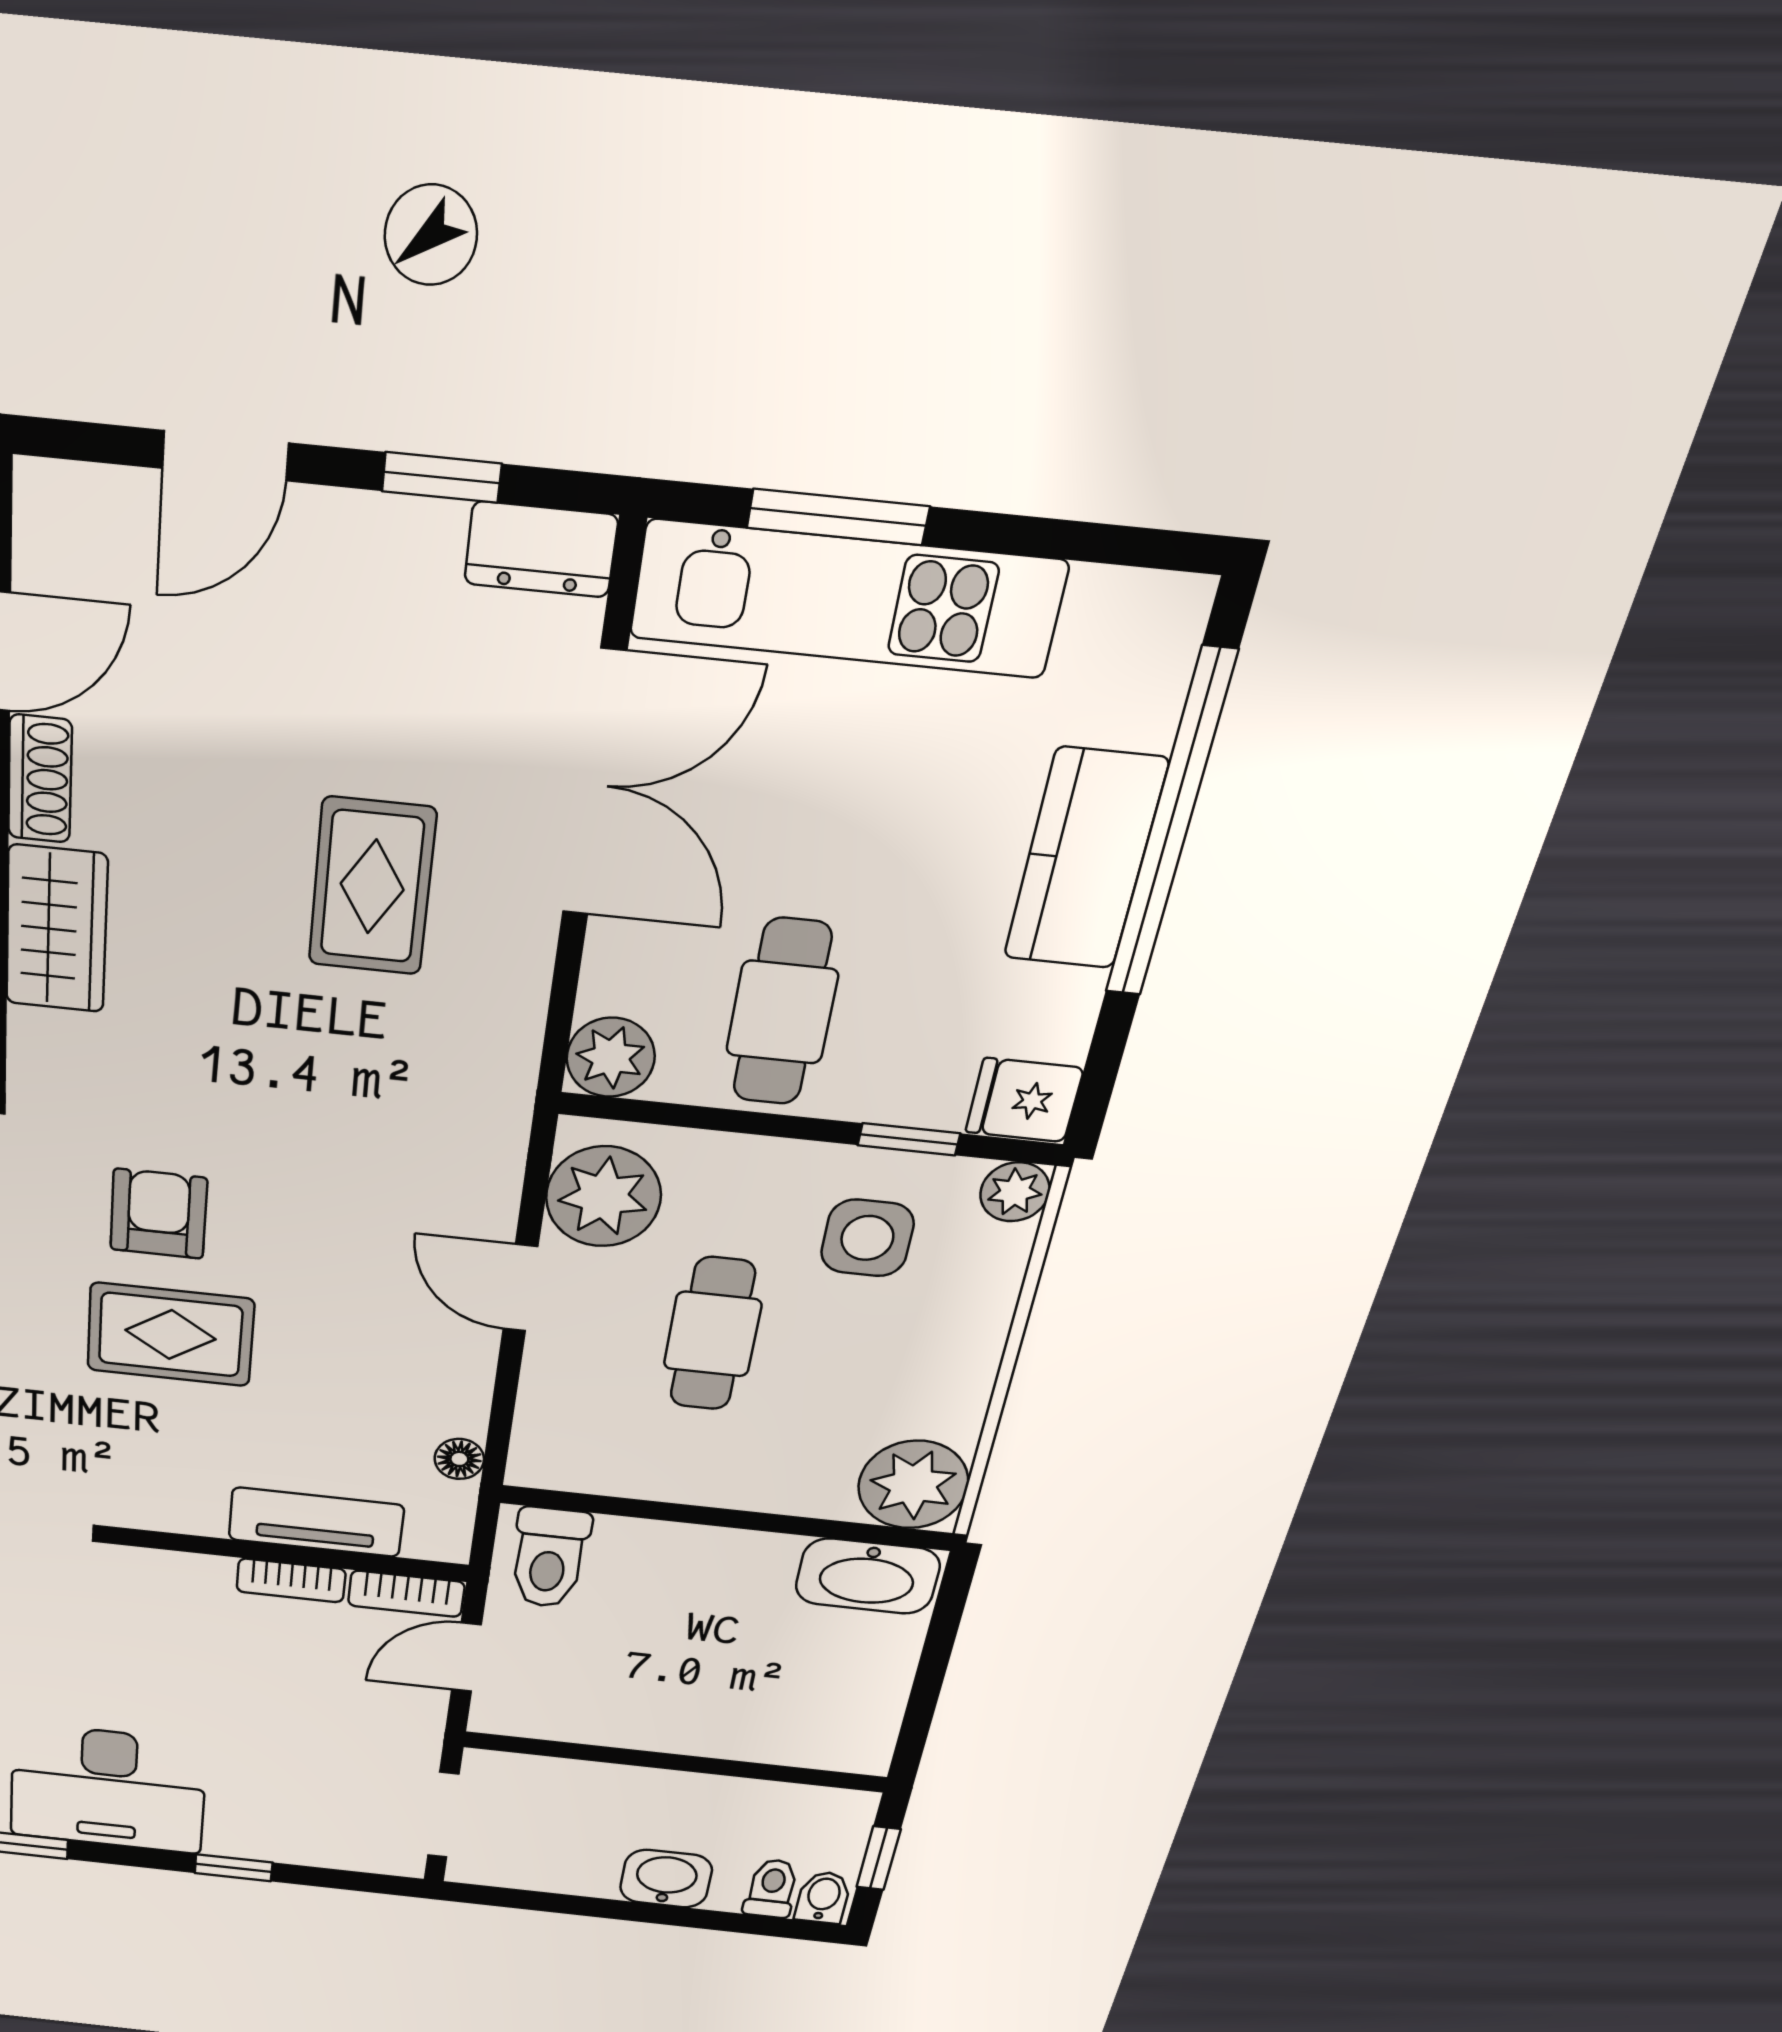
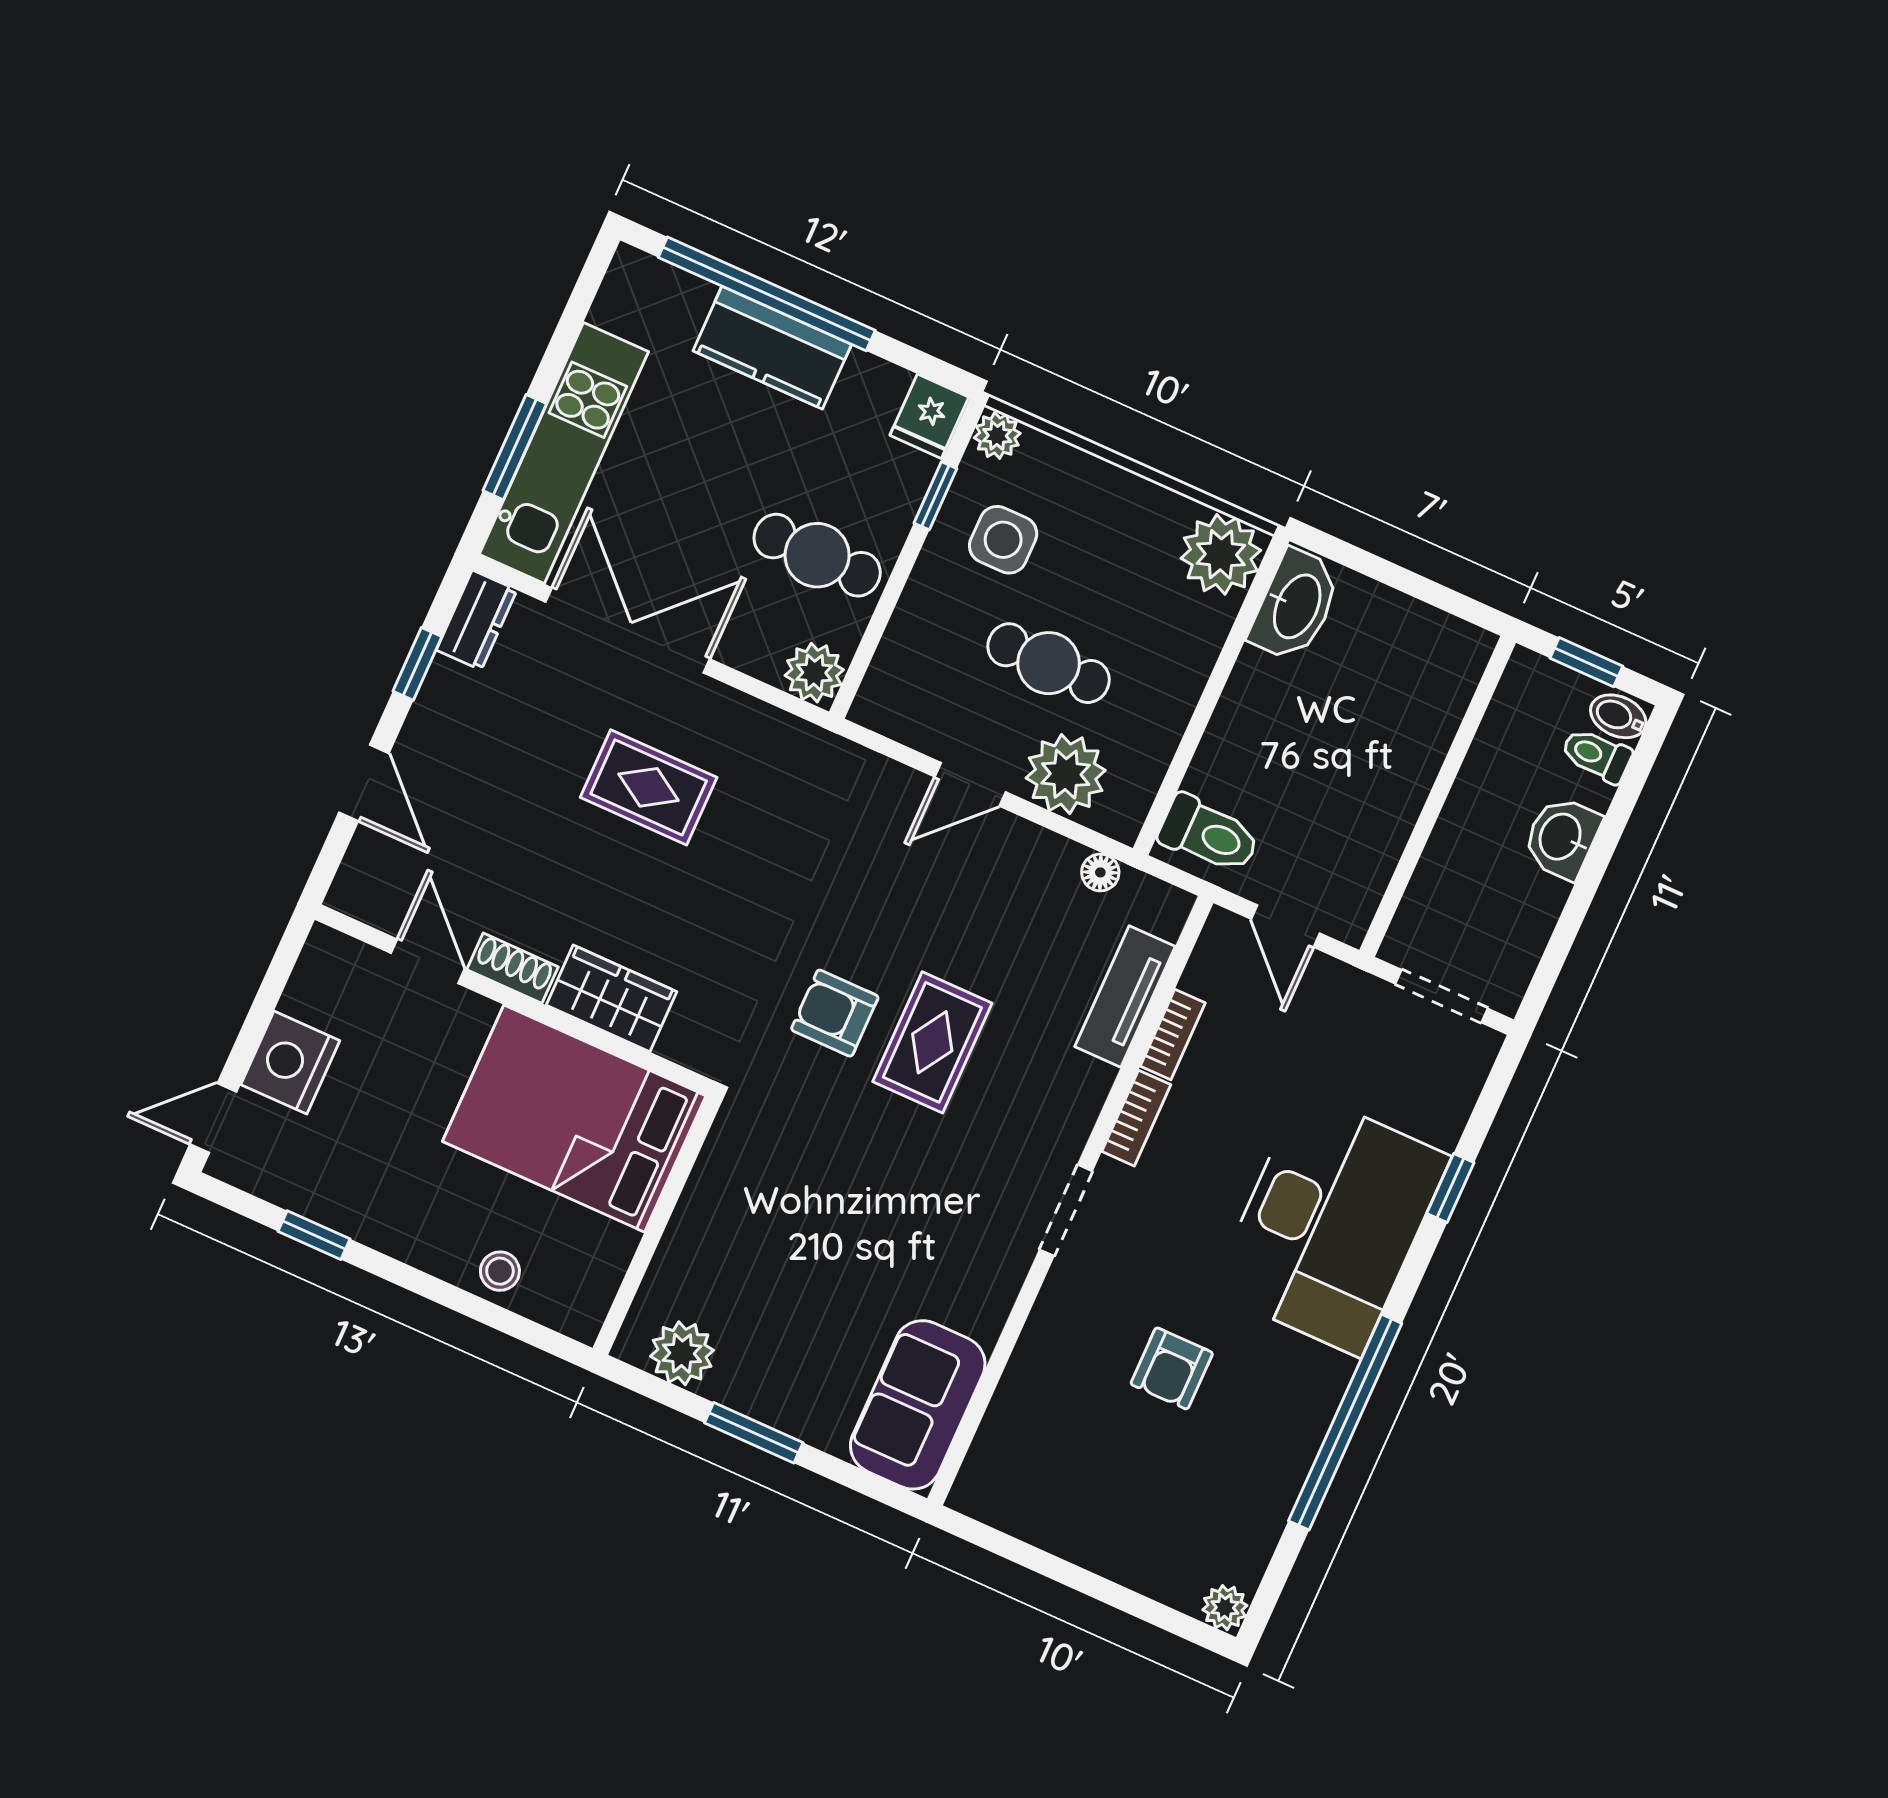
plant: (603, 1197) -> (1066, 774), moved
bookcase: (406, 1594) -> (1136, 1118), moved
desk: (108, 1789) -> (1331, 1224), width x1.36, depth x1.30

